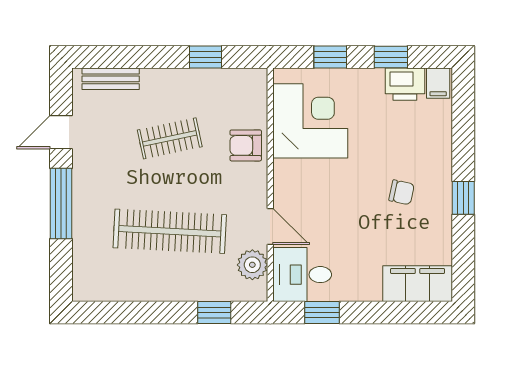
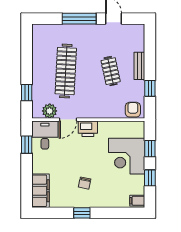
bench: (111, 79) -> (139, 66), moved
printer: (405, 84) -> (88, 129), moved, turned -90
corner desk: (310, 121) -> (127, 156), moved, turned 90
armchair: (246, 145) -> (133, 110), moved

